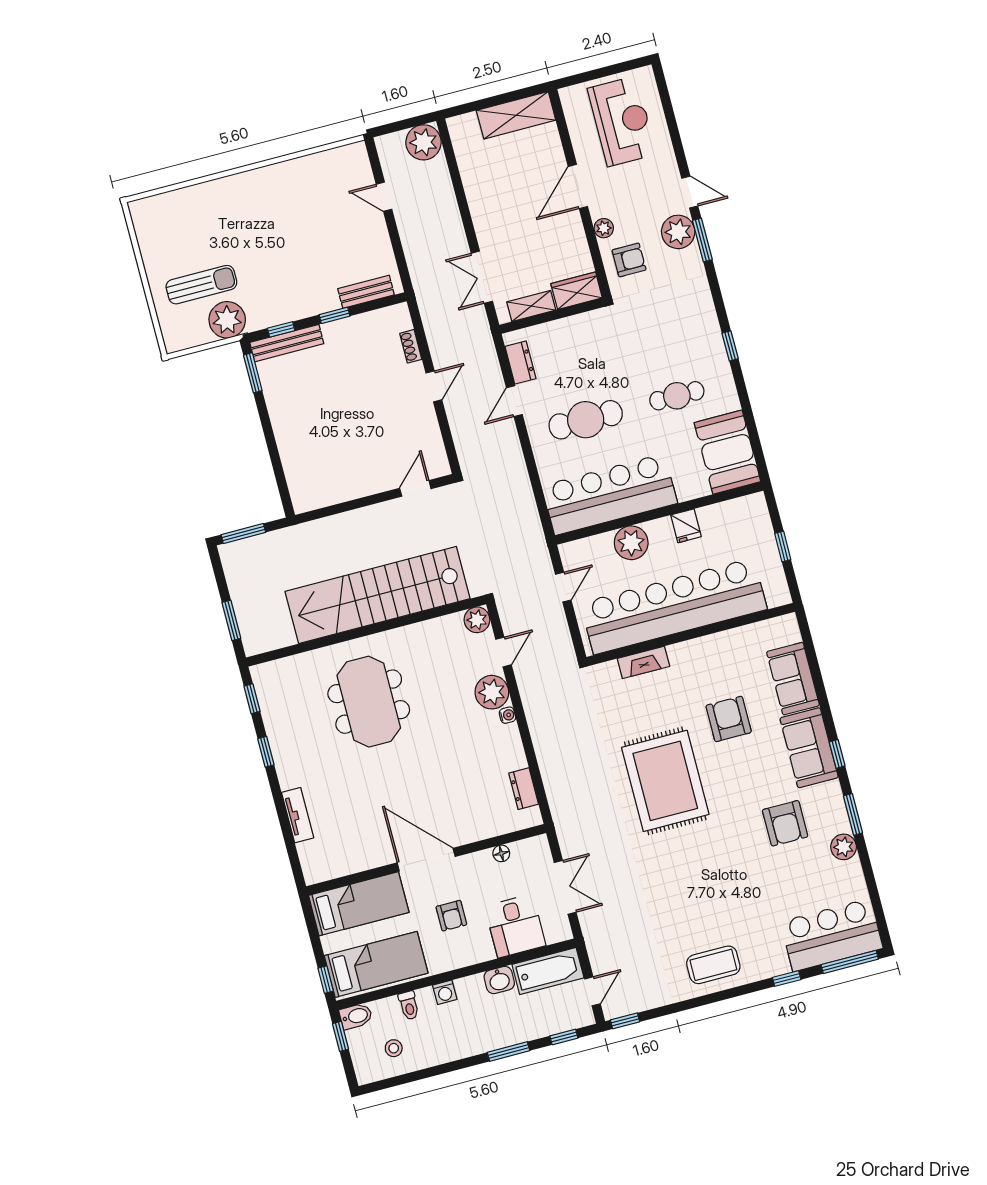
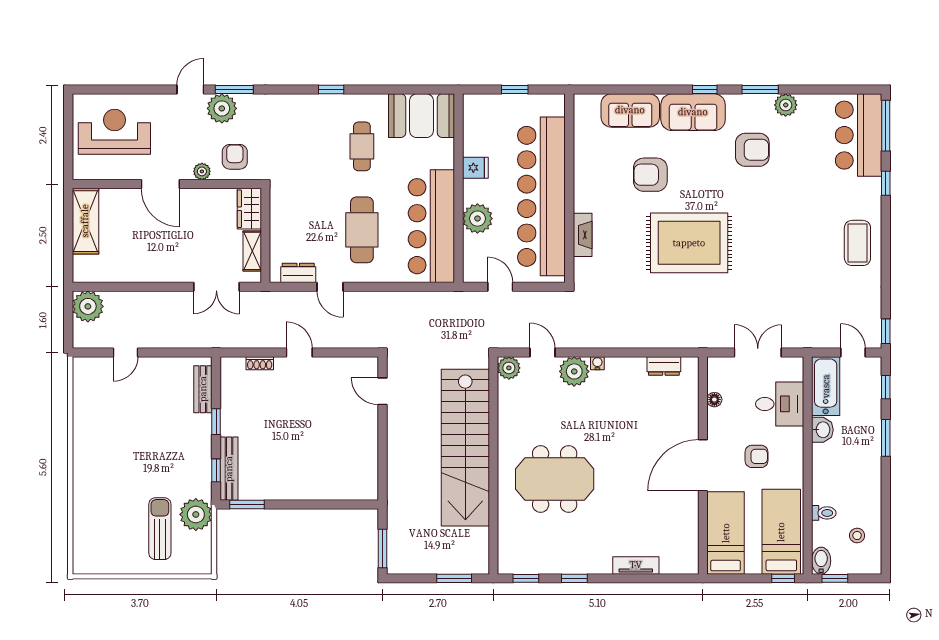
washing machine: (445, 992) -> (821, 479), removed

